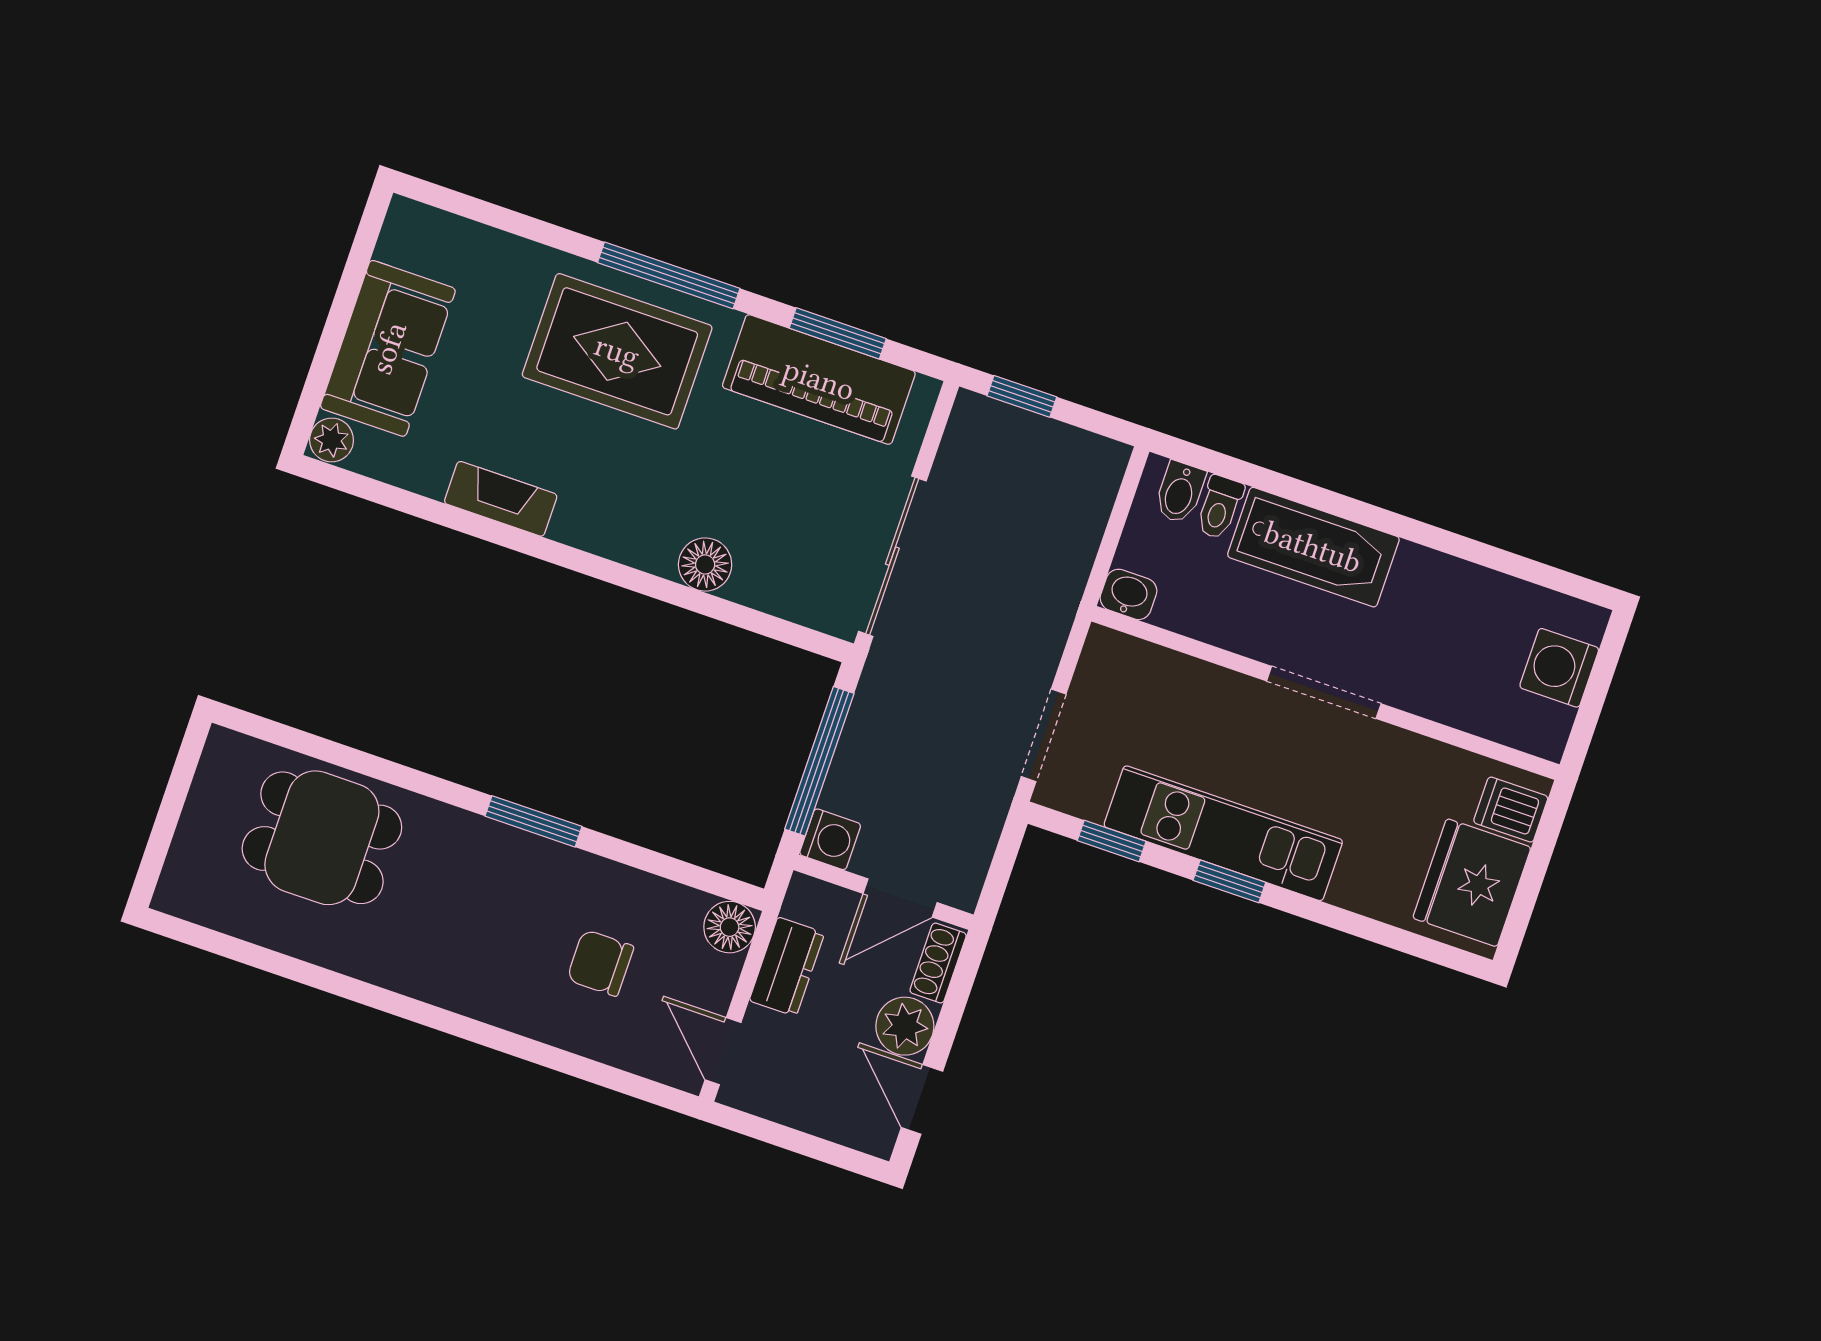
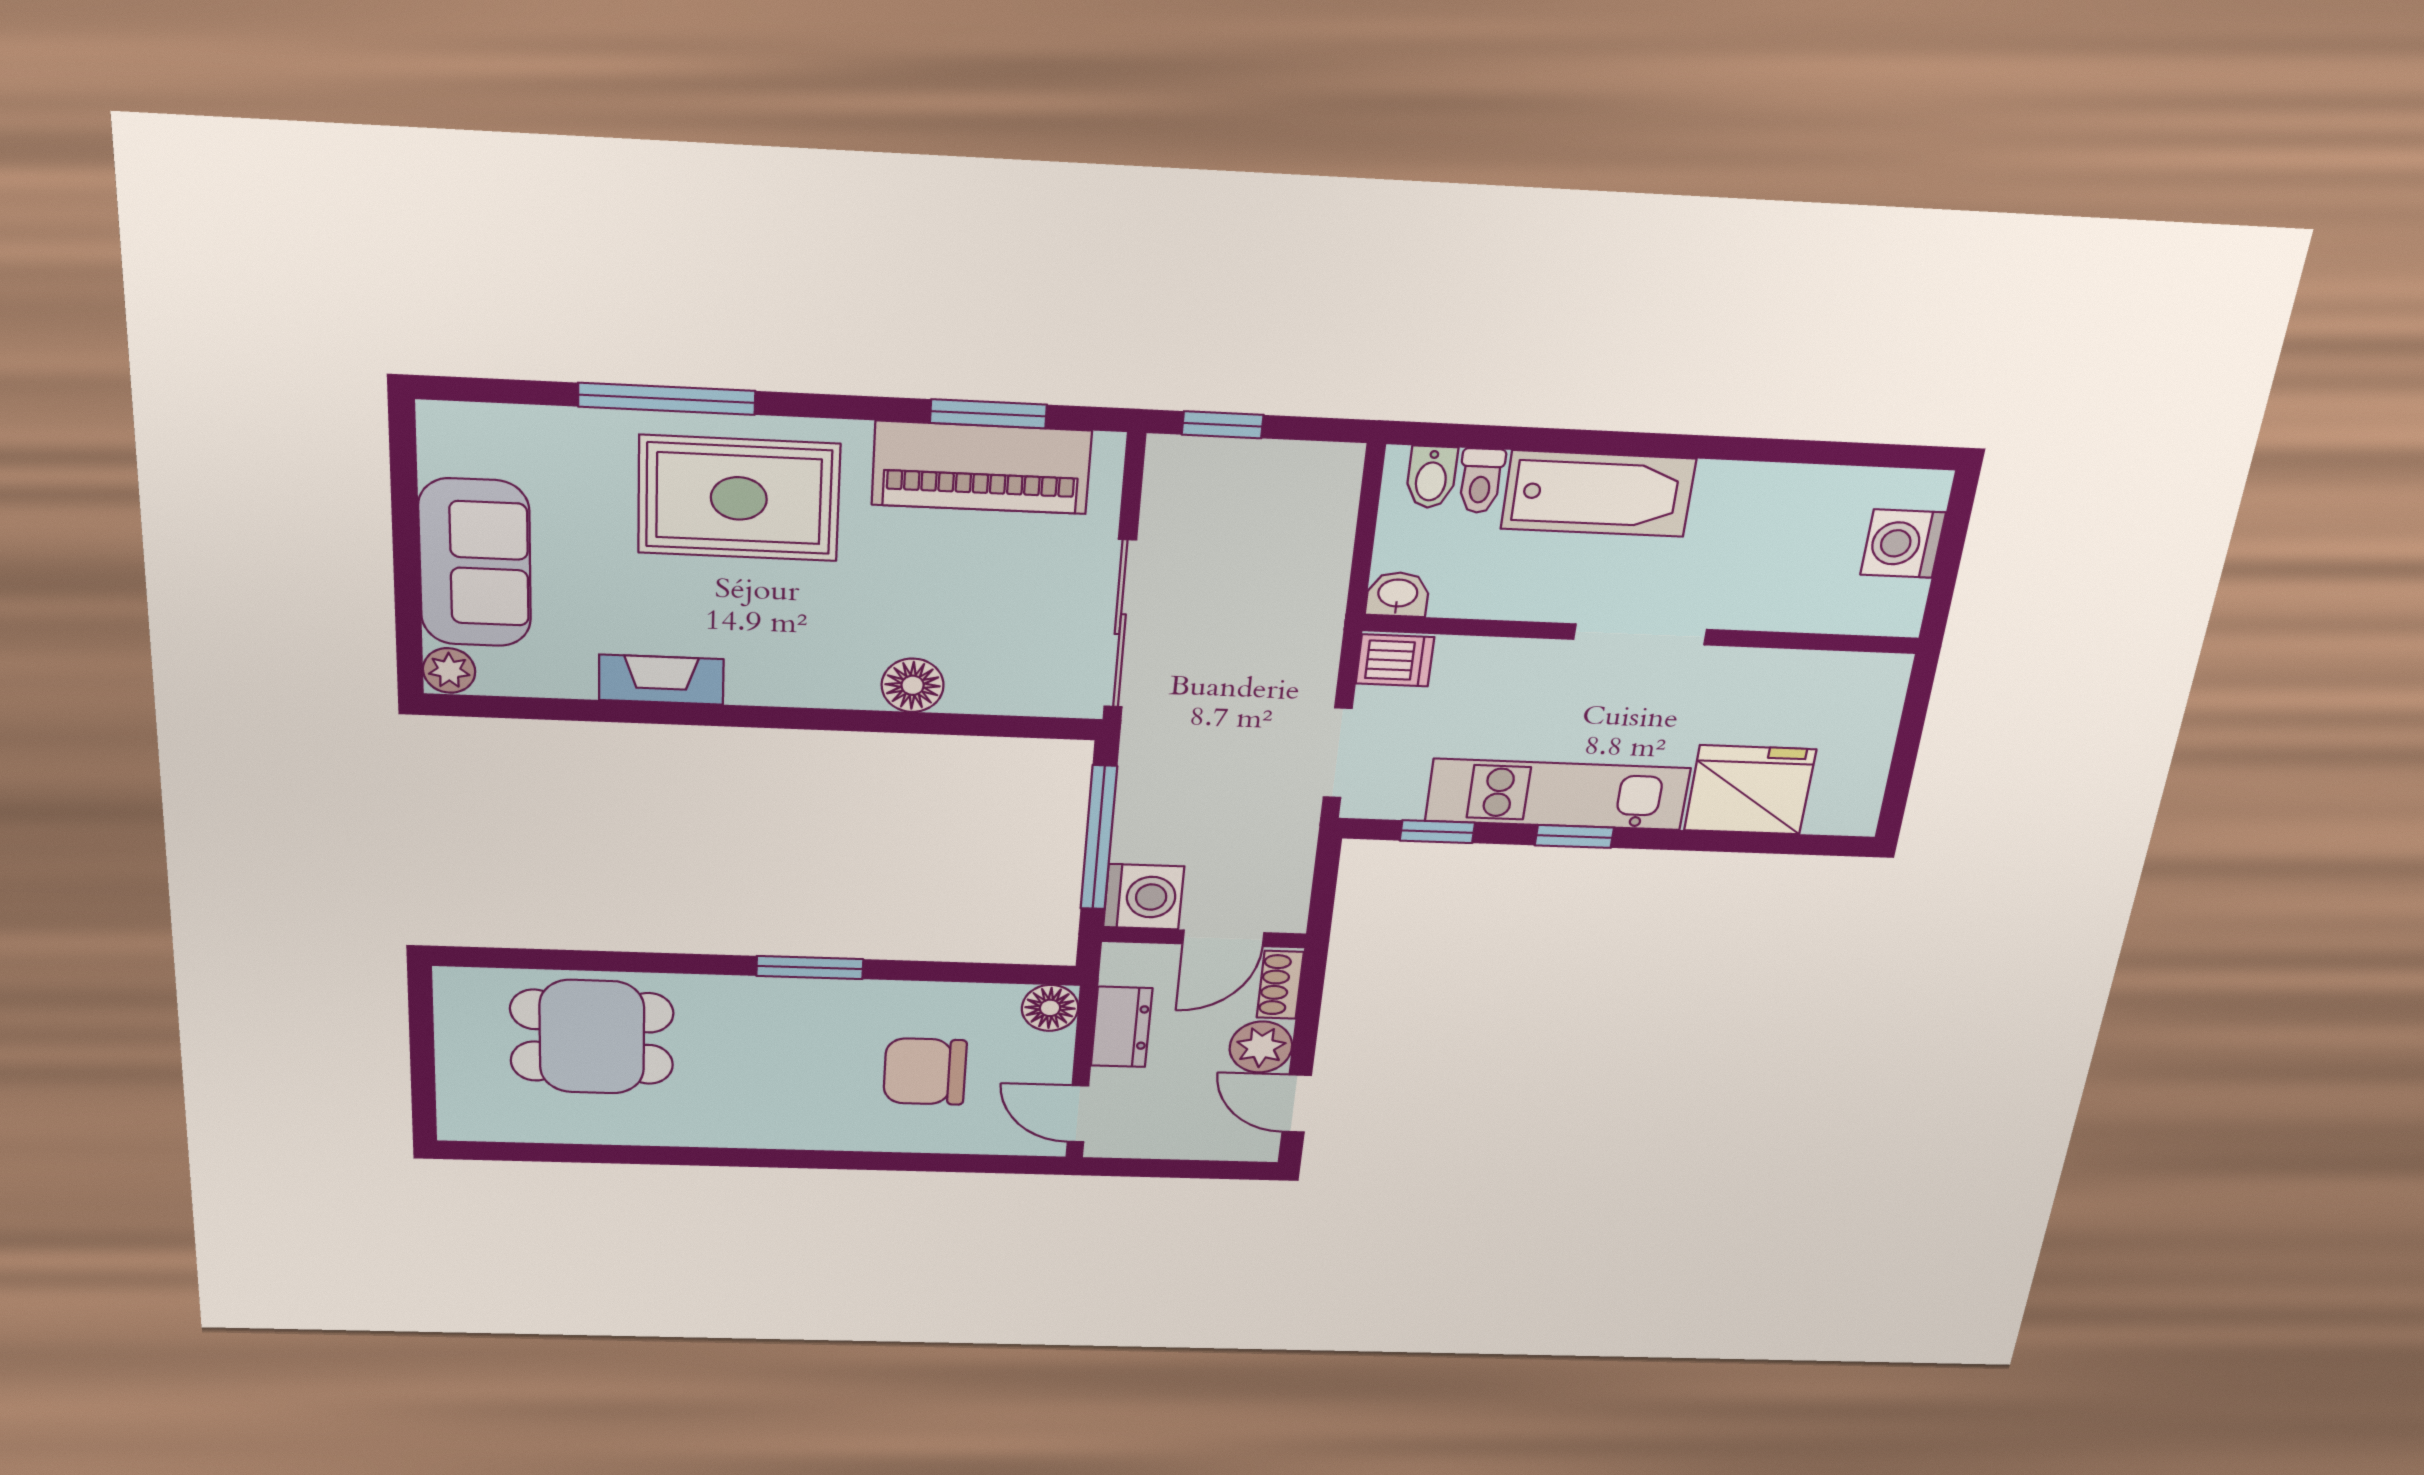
window: (669, 275) -> (667, 399), moved
dishwasher: (1511, 810) -> (1395, 660), moved, turned 180
washing machine: (830, 839) -> (1144, 897), width x1.38, depth x1.38
fridge: (1472, 883) -> (1750, 790), moved, turned 90
chair: (600, 963) -> (925, 1072), width x1.37, depth x1.37

